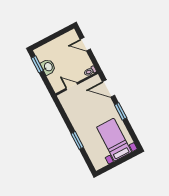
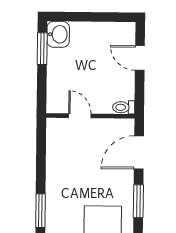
washbasin: (48, 67) -> (58, 34), moved
door: (109, 89) -> (139, 152), hinge flipped

